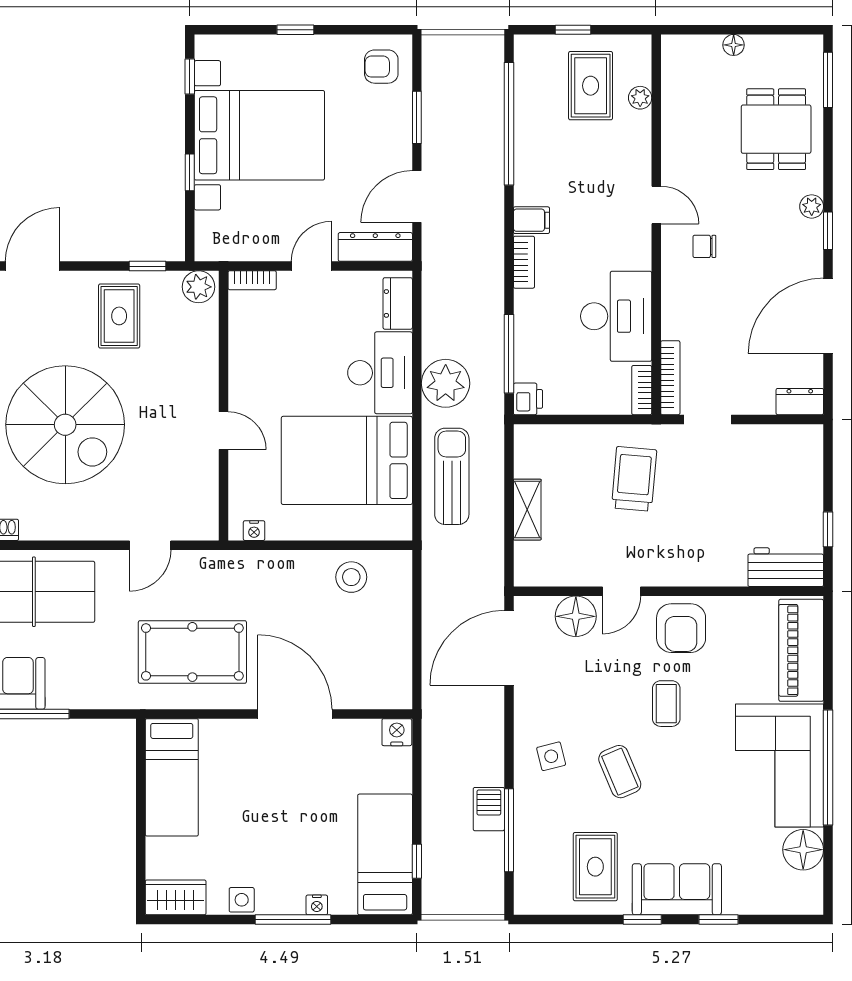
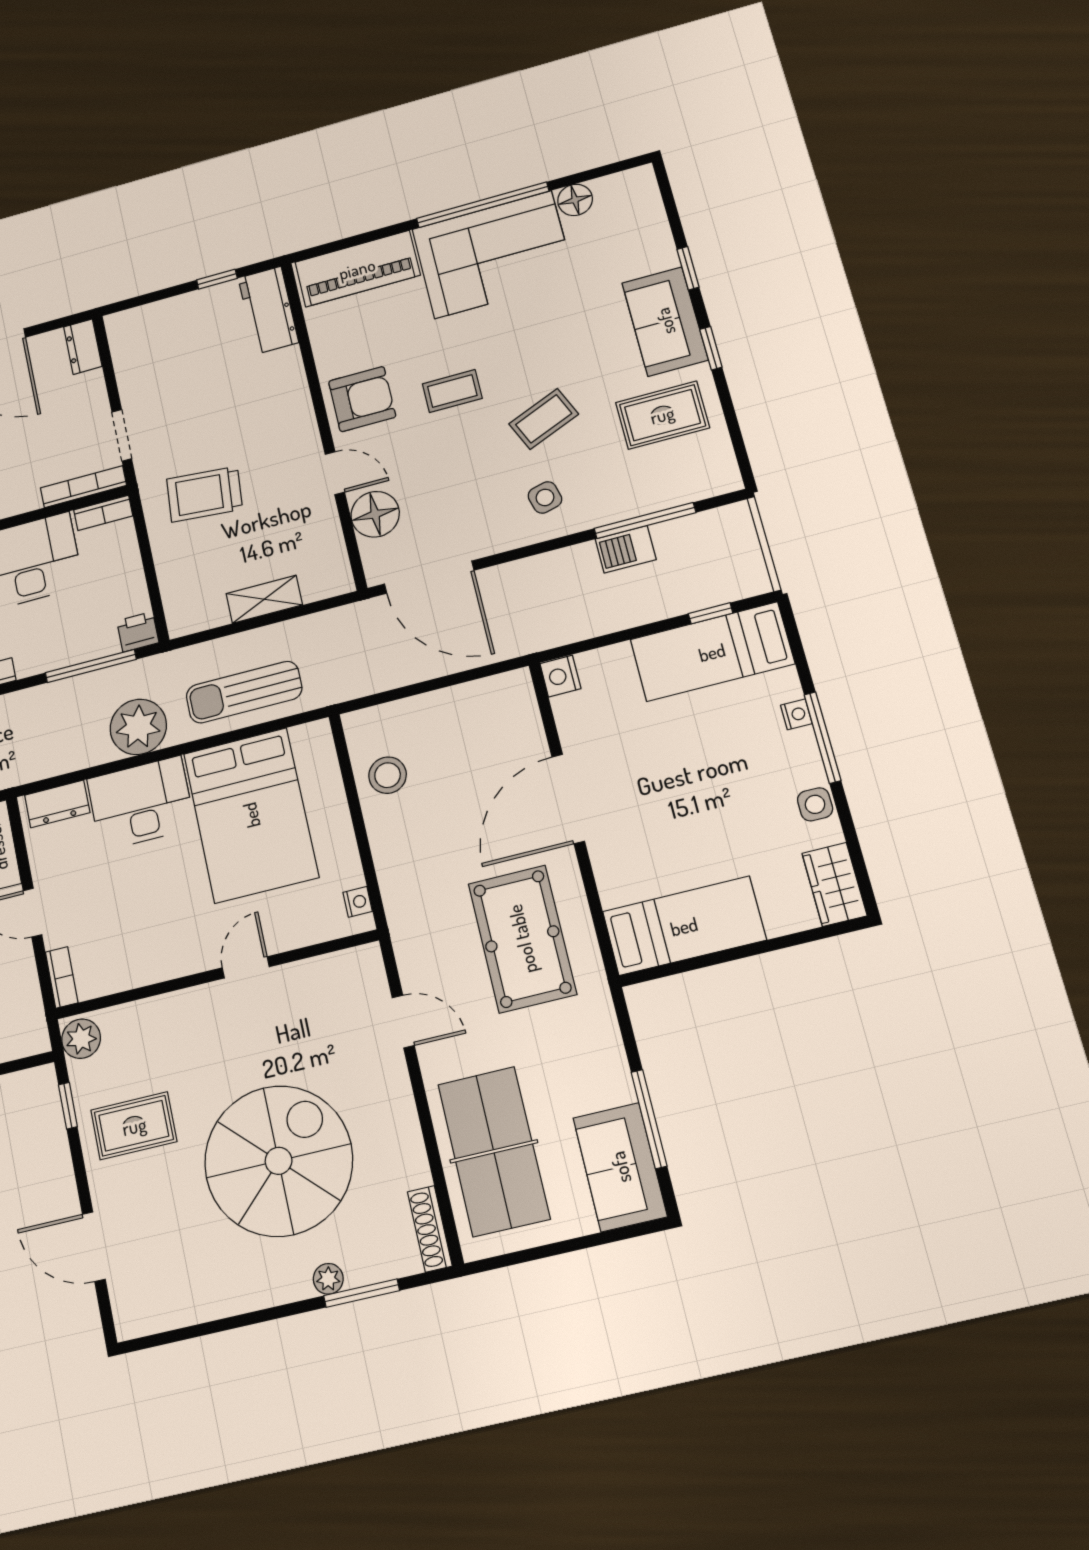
floor lamp: (803, 850) -> (575, 200), width x0.73, depth x0.73

